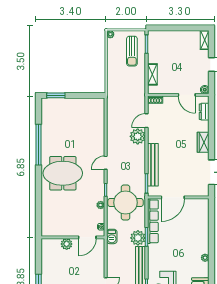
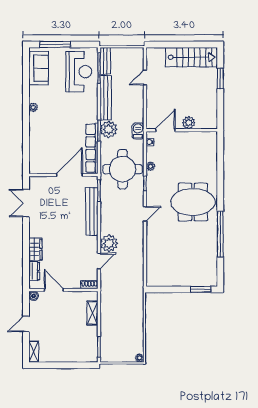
sun lounger: (132, 51) -> (115, 339), removed
wardrobe: (203, 142) -> (35, 249), moved

